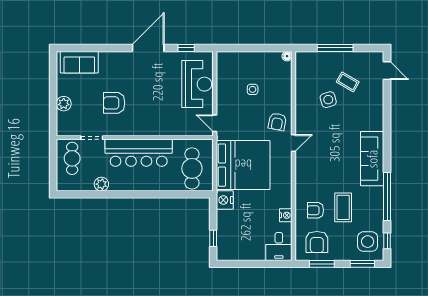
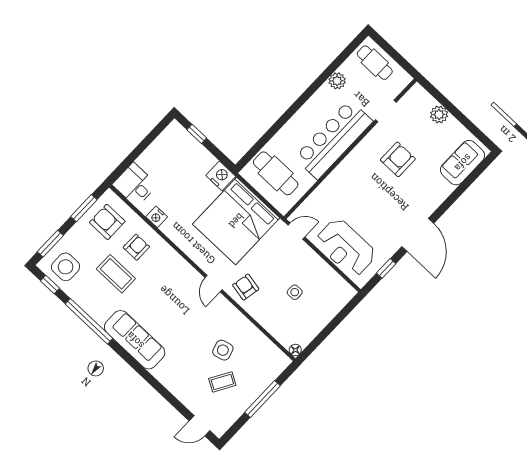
cafe table: (72, 158) -> (375, 63), moved

